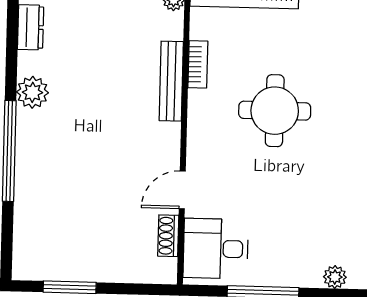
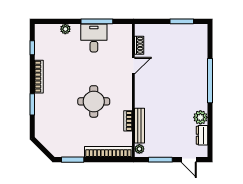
bench: (171, 81) -> (140, 126), moved
plant: (32, 92) -> (200, 117), moved
desk: (216, 249) -> (94, 38), moved, turned -90

